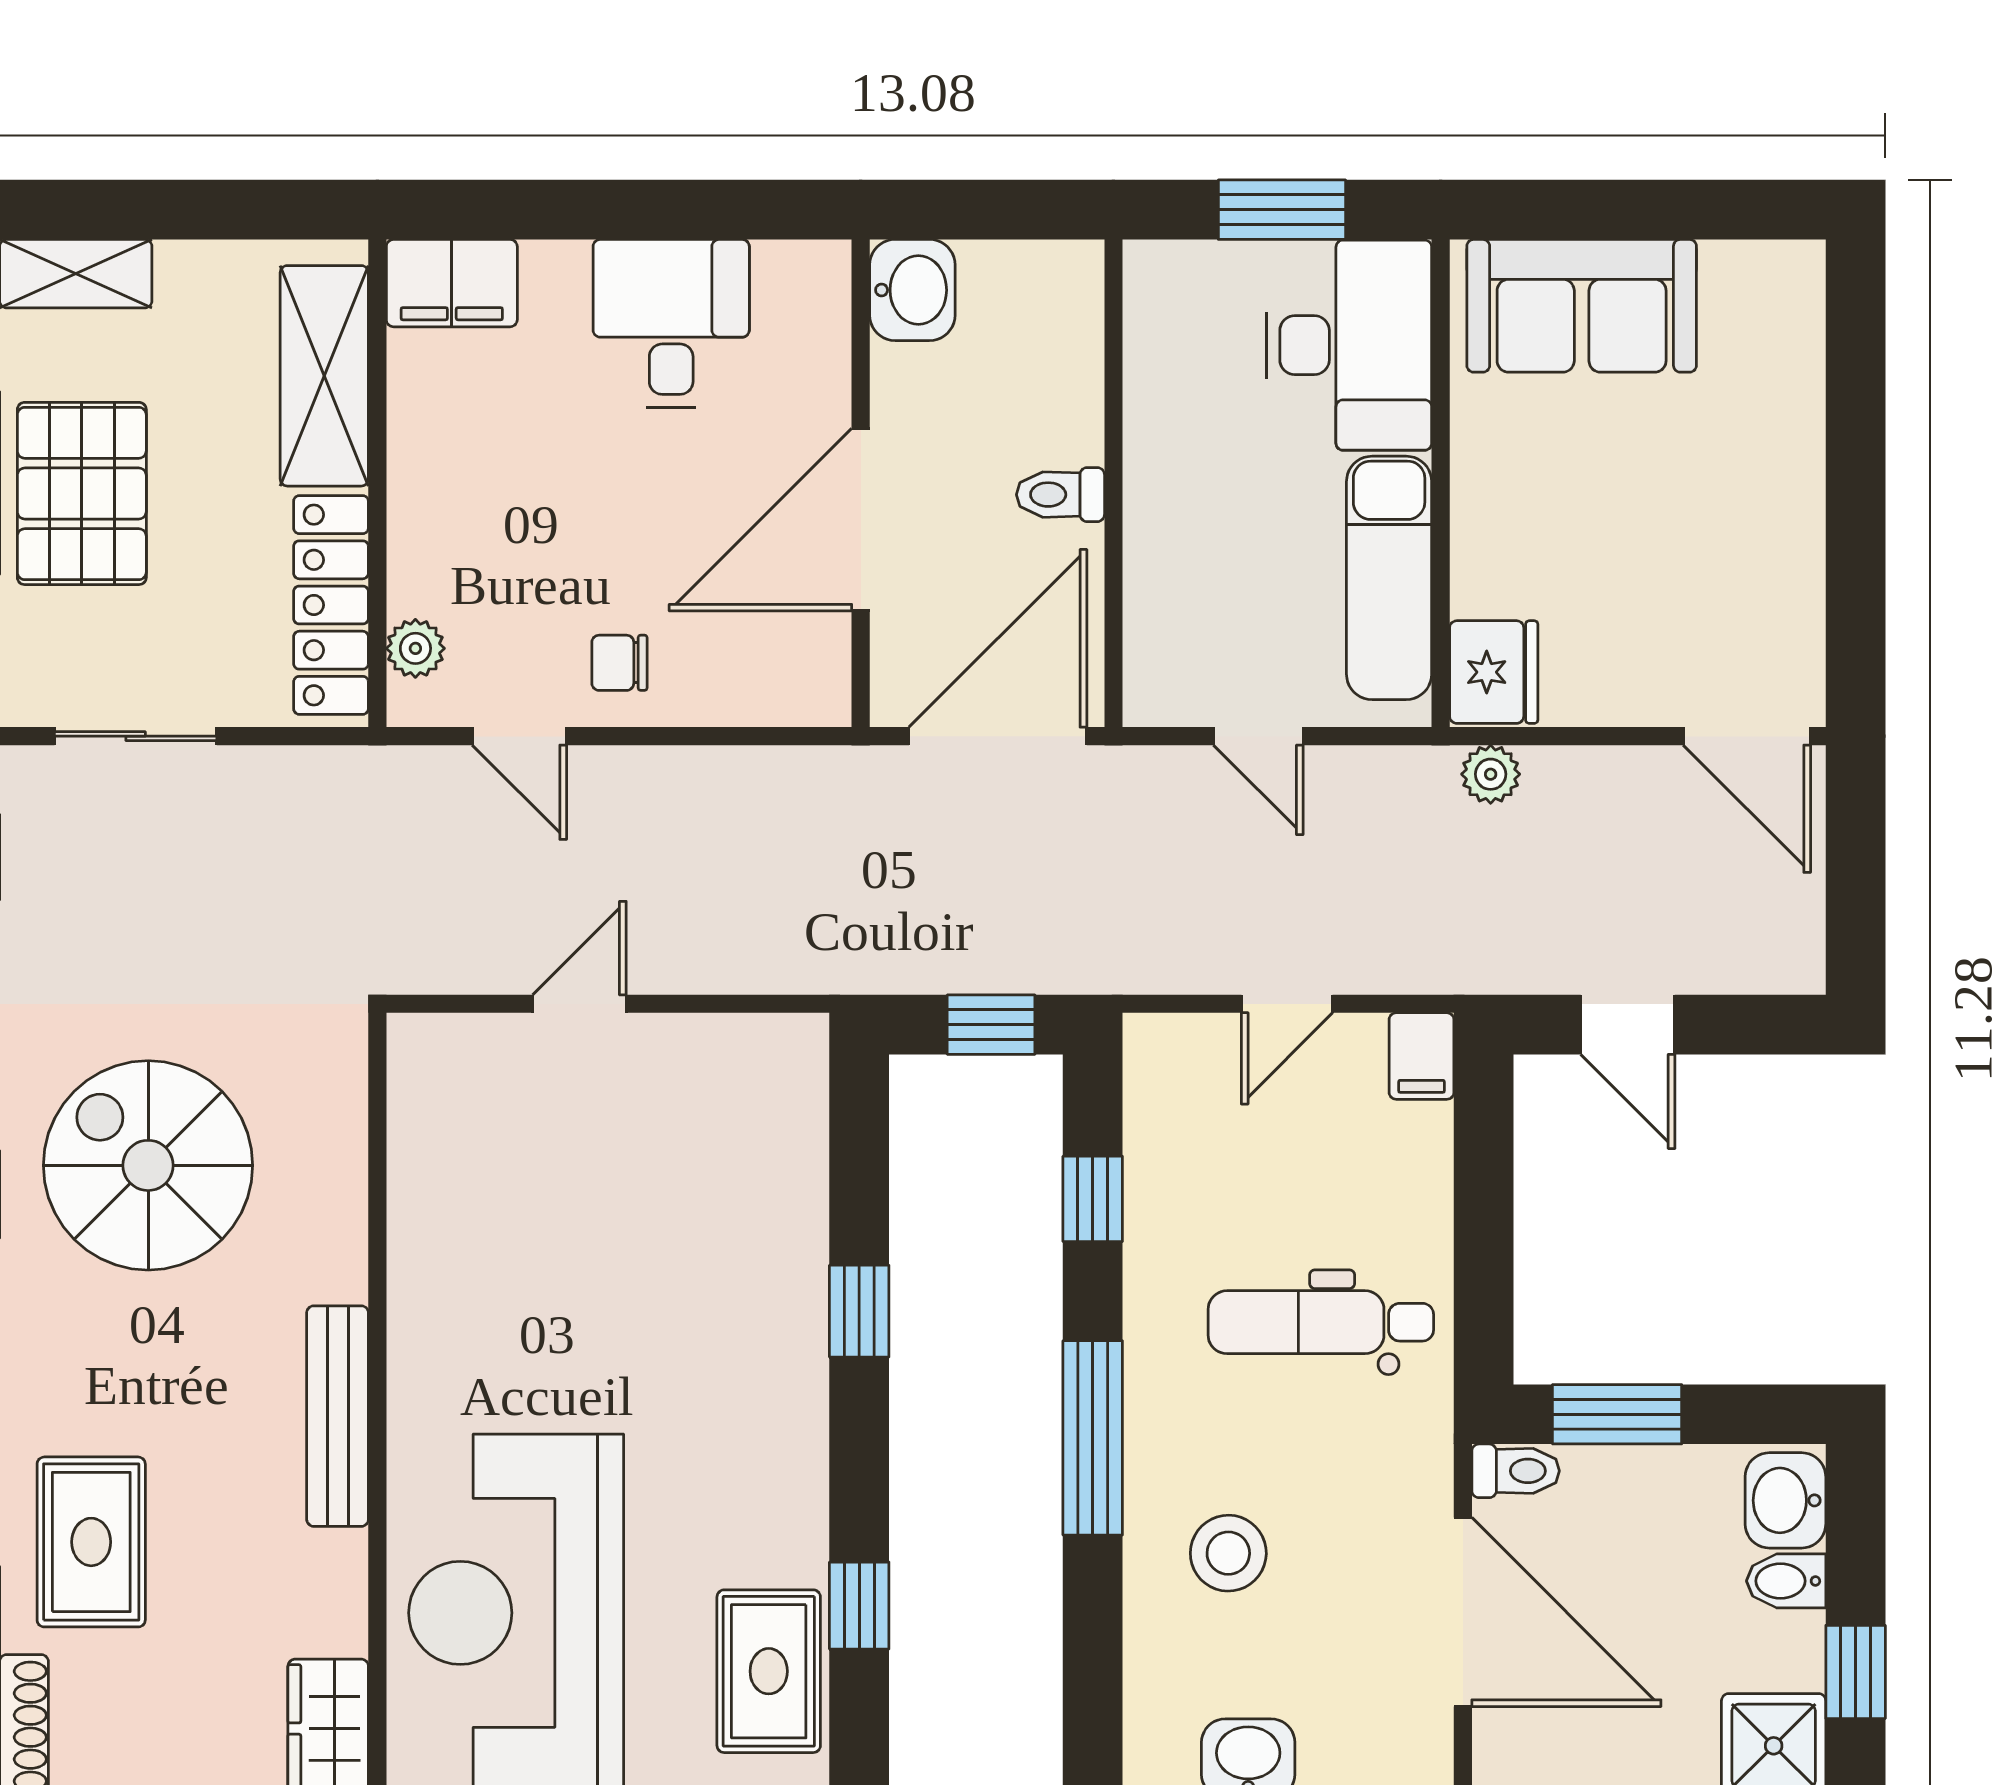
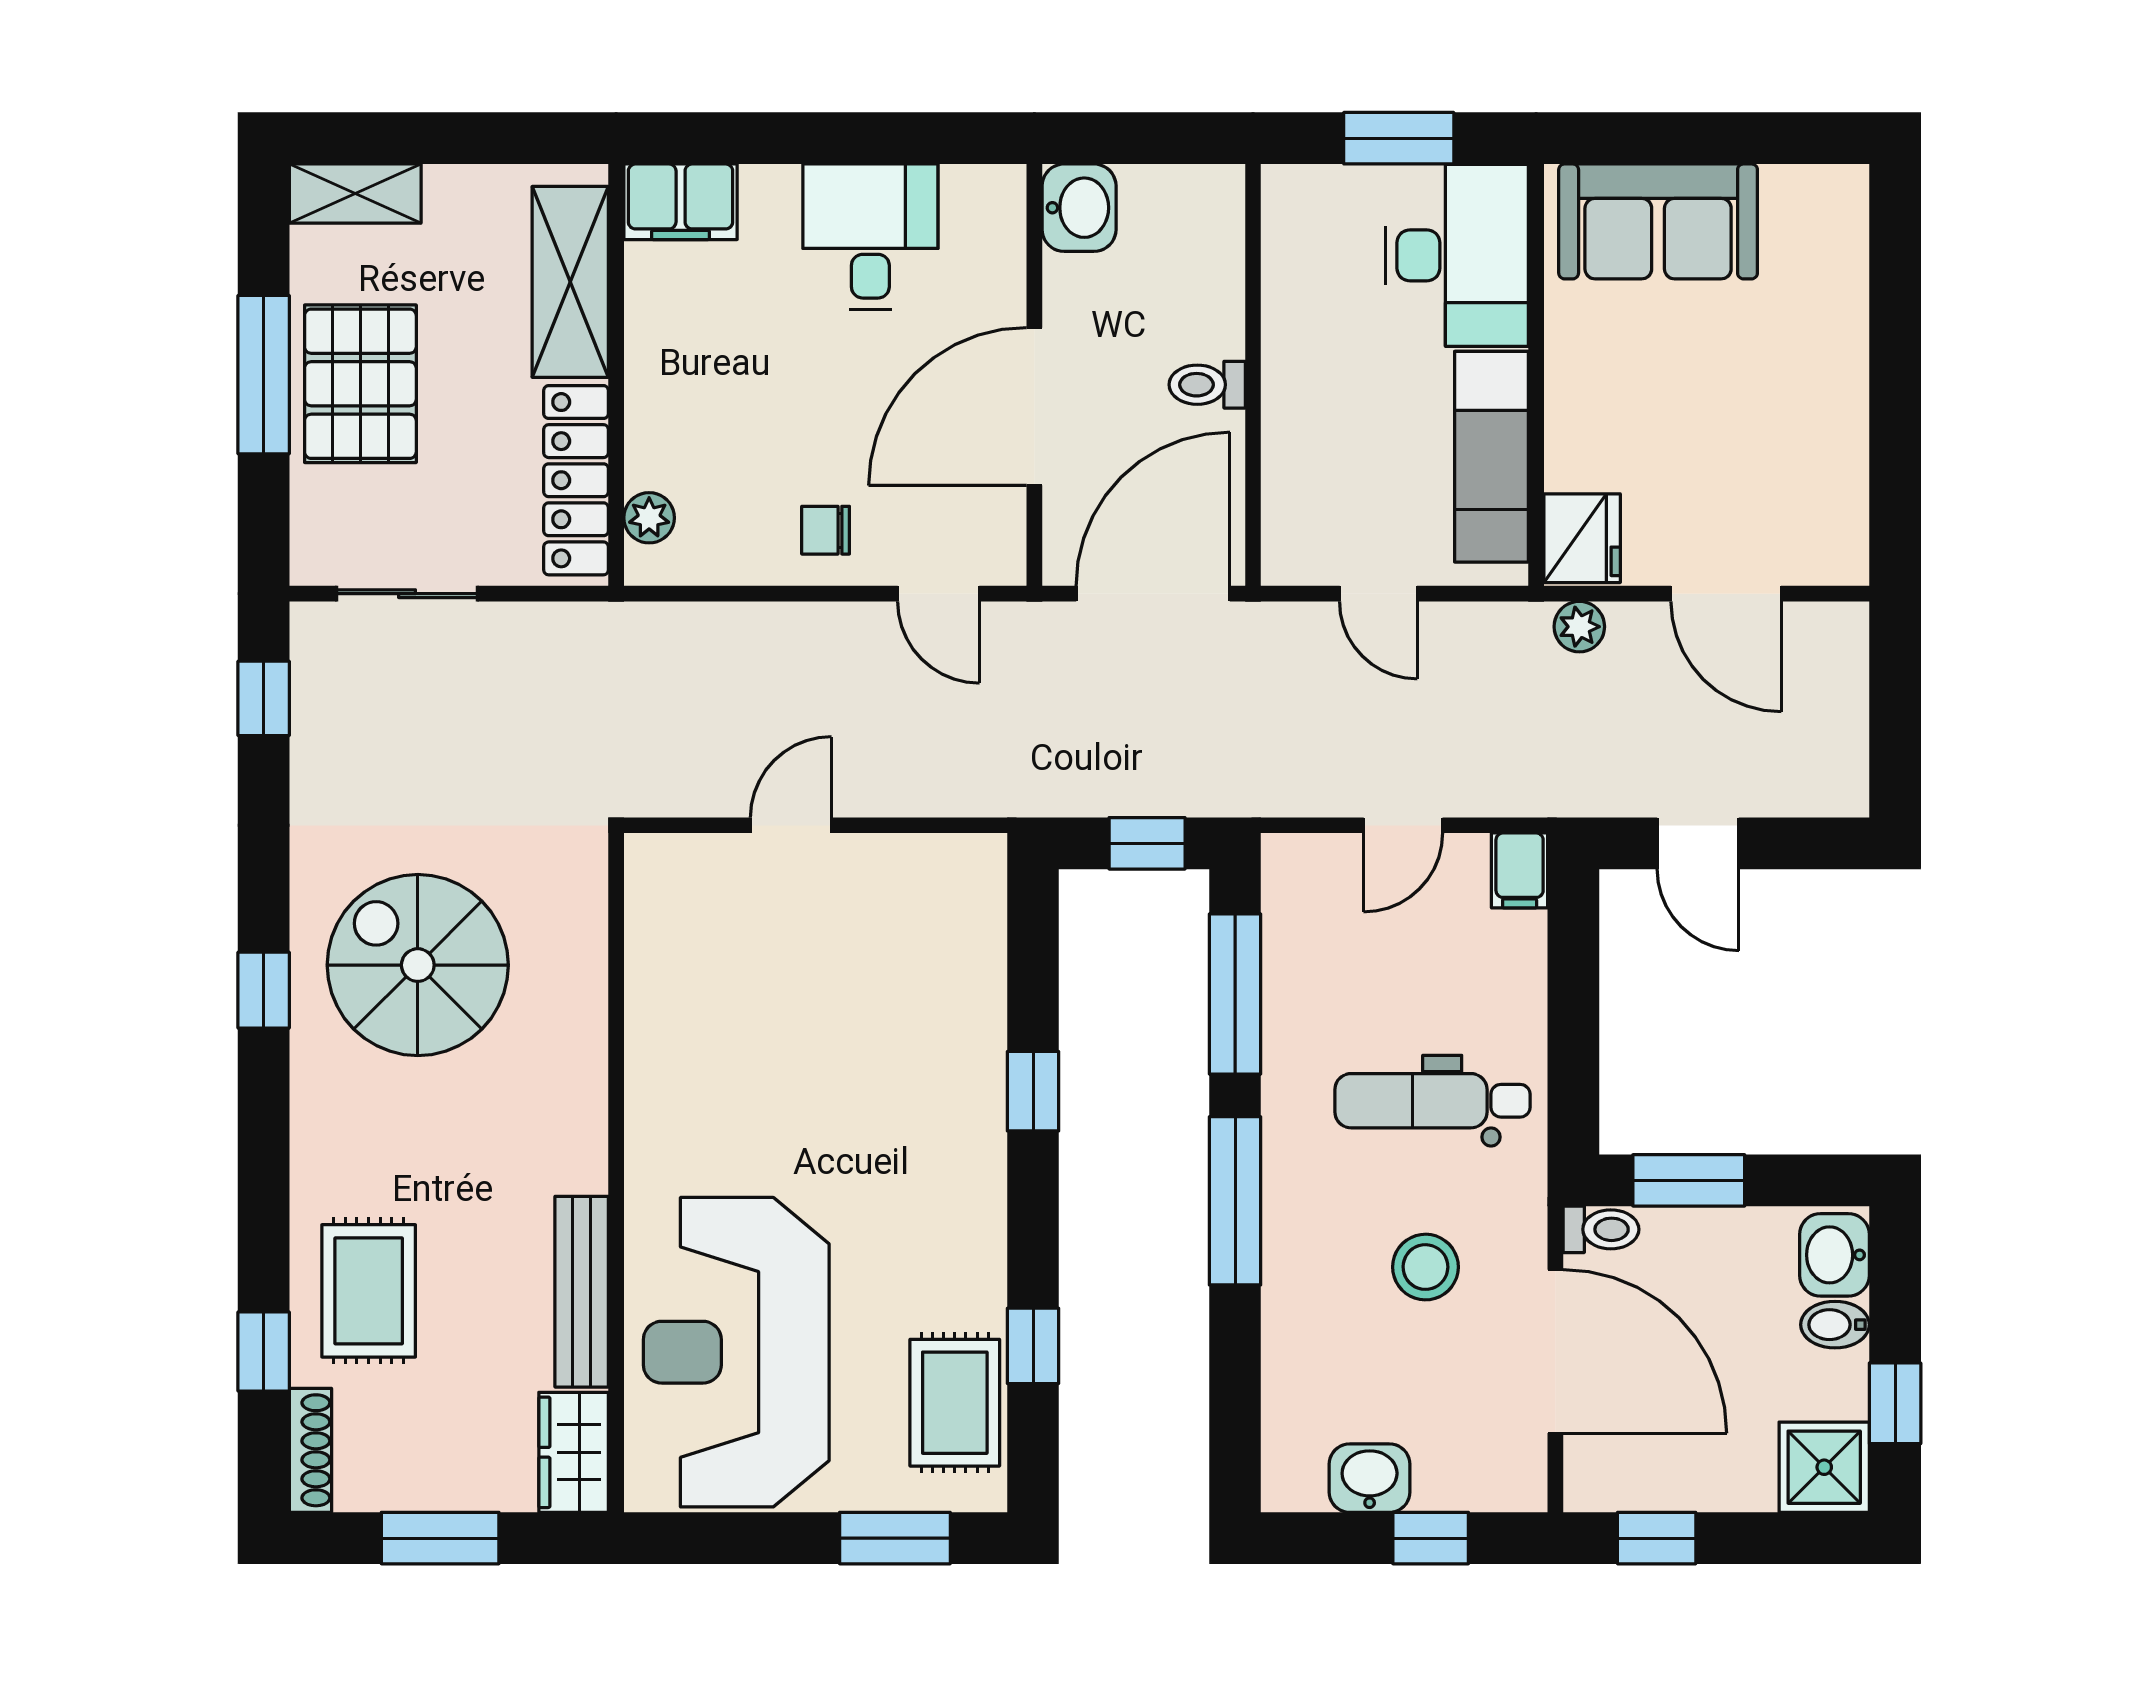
door: (519, 736) -> (938, 594), moved
door: (1747, 736) -> (1726, 594), moved
window: (1093, 1199) -> (1235, 994), width x2.17
bench: (338, 1416) -> (582, 1292), moved
stool: (1228, 1553) -> (1425, 1267), moved

